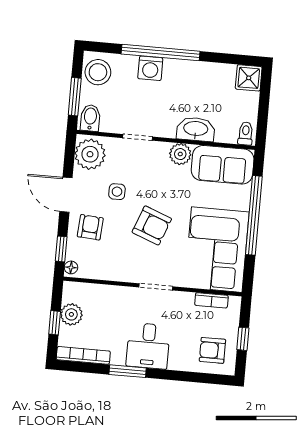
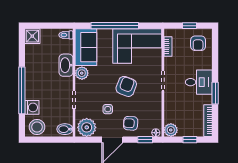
washing machine: (150, 68) -> (32, 107), moved
window: (75, 97) -> (53, 140), removed
plant: (71, 314) -> (171, 130), moved

